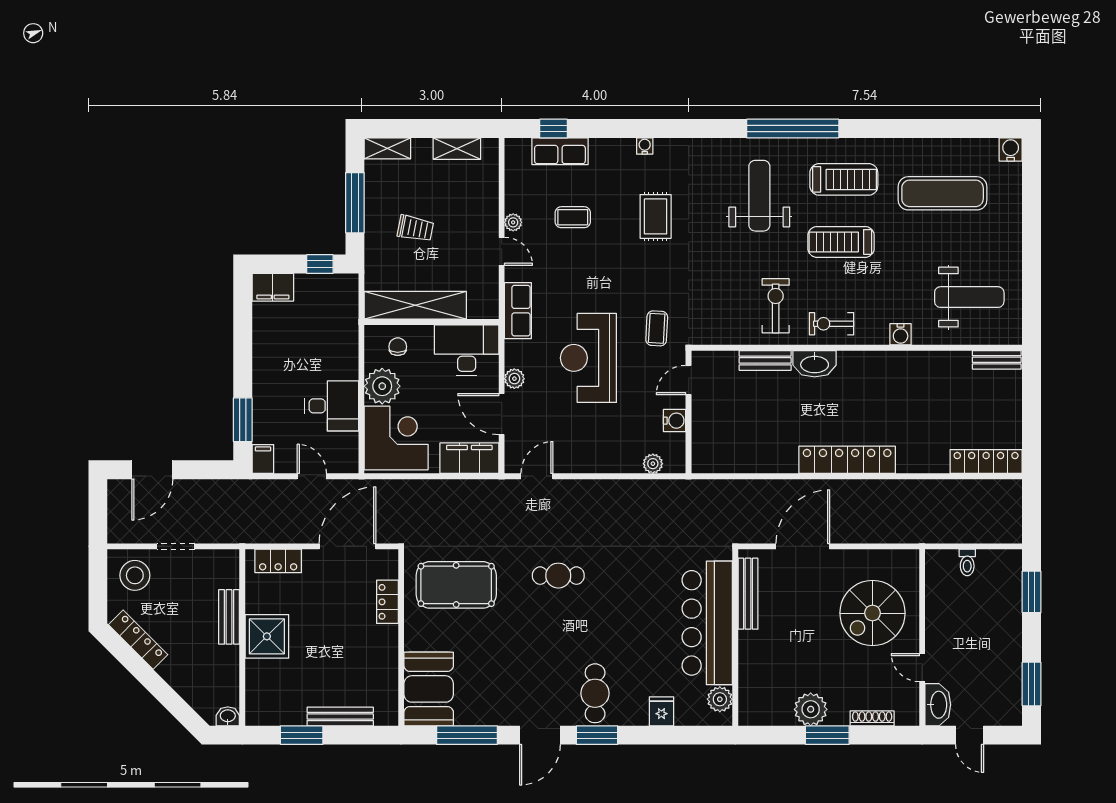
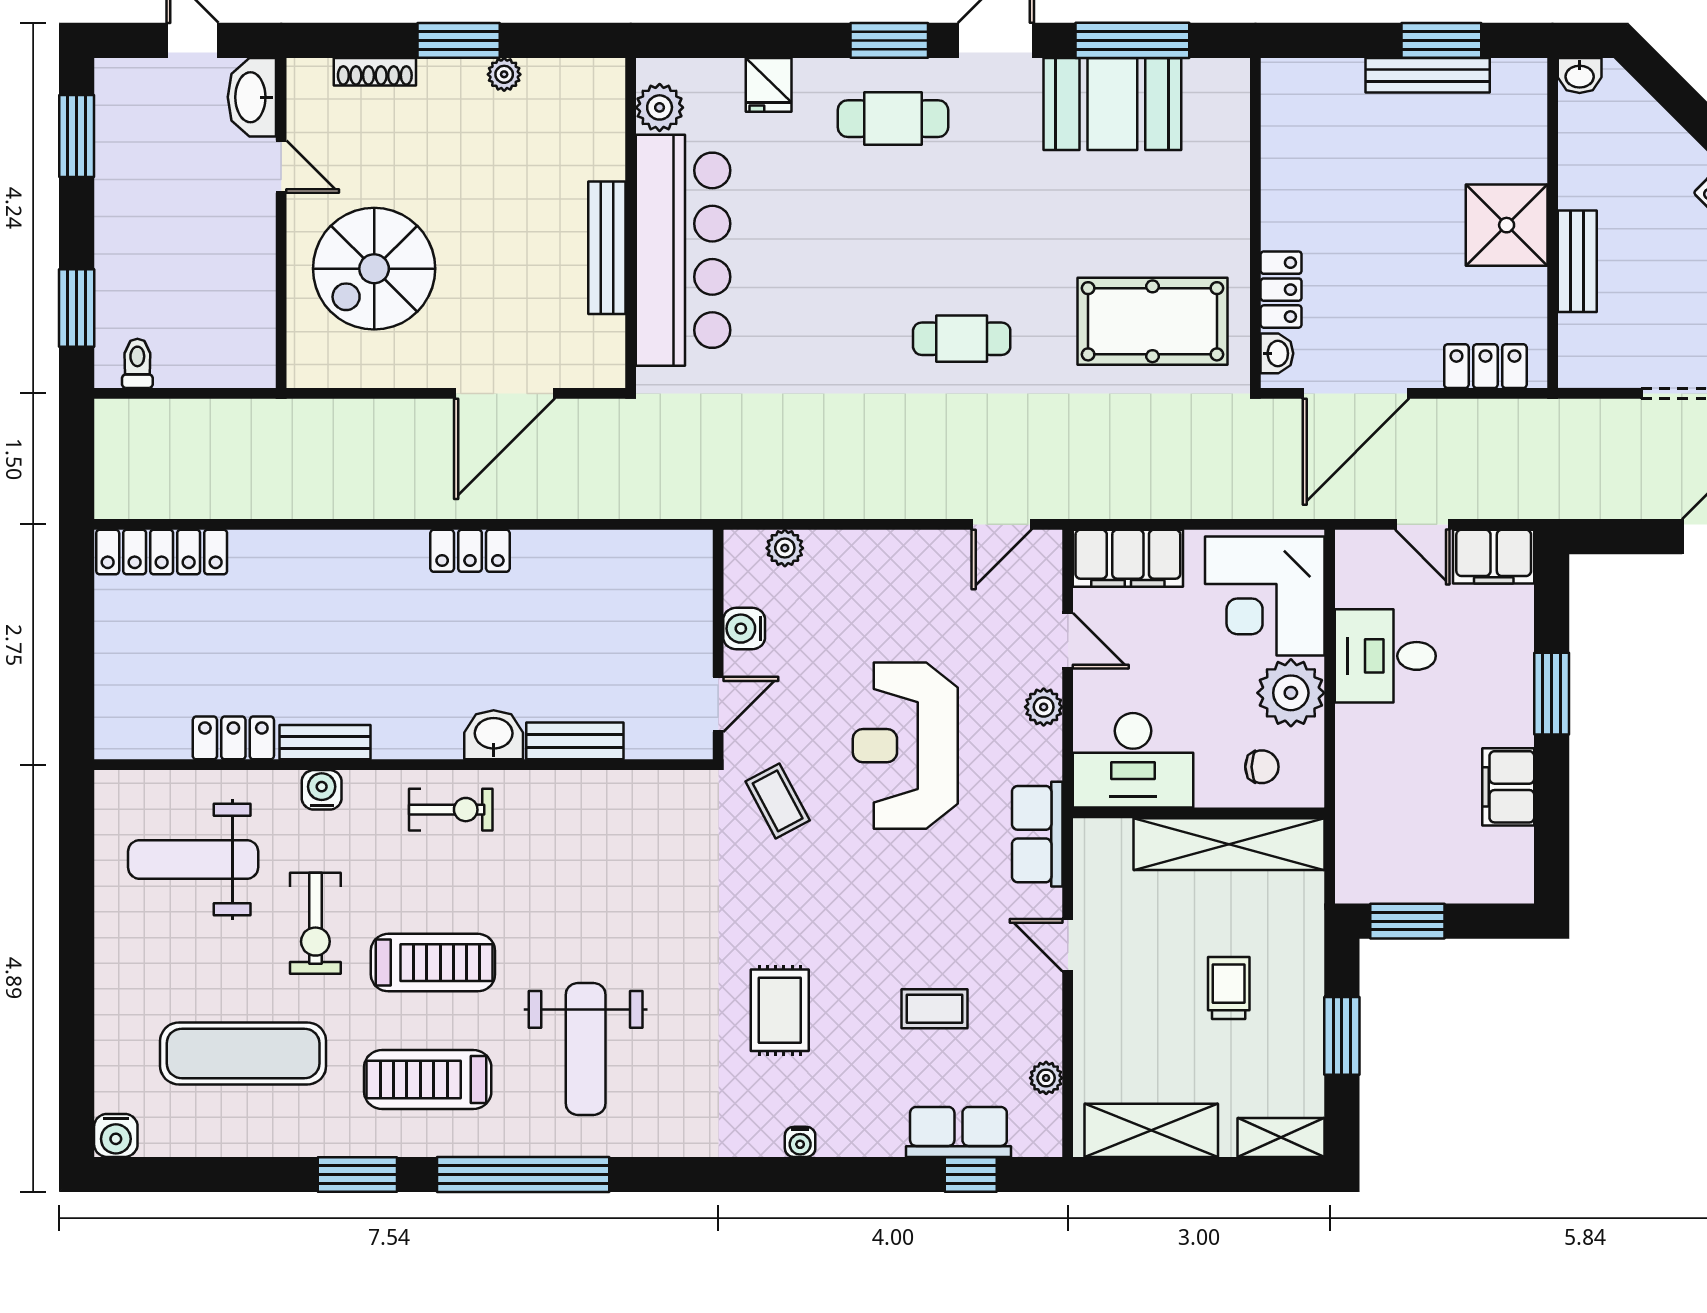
window: (881, 129) -> (357, 1175), added
shelving: (457, 149) -> (1151, 1130), width x1.50, depth x1.33
window: (355, 203) -> (1342, 1036), width x0.69
plant: (513, 222) -> (1046, 1078), moved
trolley: (415, 228) -> (1229, 988), turned 79
window: (320, 264) -> (1407, 921), width x1.50
filing cabinet: (273, 287) -> (1508, 787), moved, turned -90
exercise bike: (776, 306) -> (315, 923), moved
coffee table: (657, 328) -> (778, 801), turned -31
chair: (398, 347) -> (1262, 767), turned -90
reception desk: (588, 358) -> (905, 746), turned 180
bench: (997, 360) -> (325, 742), moved
locker: (948, 362) -> (233, 738), added
washbasin: (815, 364) -> (494, 735), width x0.72
door: (502, 414) -> (1068, 641), width x0.73
window: (243, 420) -> (1552, 694), moved
filing cabinet: (263, 459) -> (1494, 557), width x2.00
locker: (847, 460) -> (470, 551), width x0.46, depth x0.83
toilet: (967, 562) -> (137, 363), moved
washbasin: (390, 568) -> (1277, 353), added
bench: (748, 594) -> (607, 248), moved
spiral stairs: (873, 613) -> (374, 269), turned 180
booth: (429, 689) -> (1112, 104), moved, turned 90
cafe table: (595, 693) -> (893, 119), turned 90
plant: (811, 709) -> (504, 74), width x0.53, depth x0.53
bench: (340, 716) -> (1428, 75), moved

